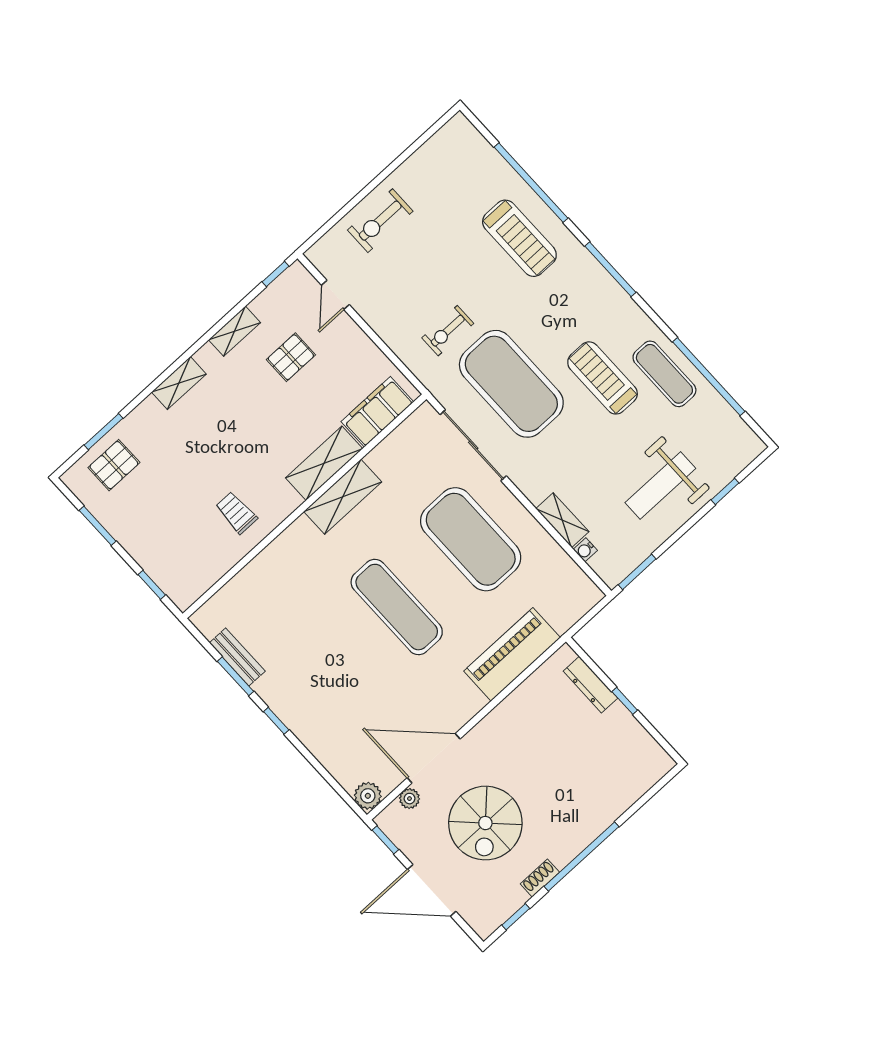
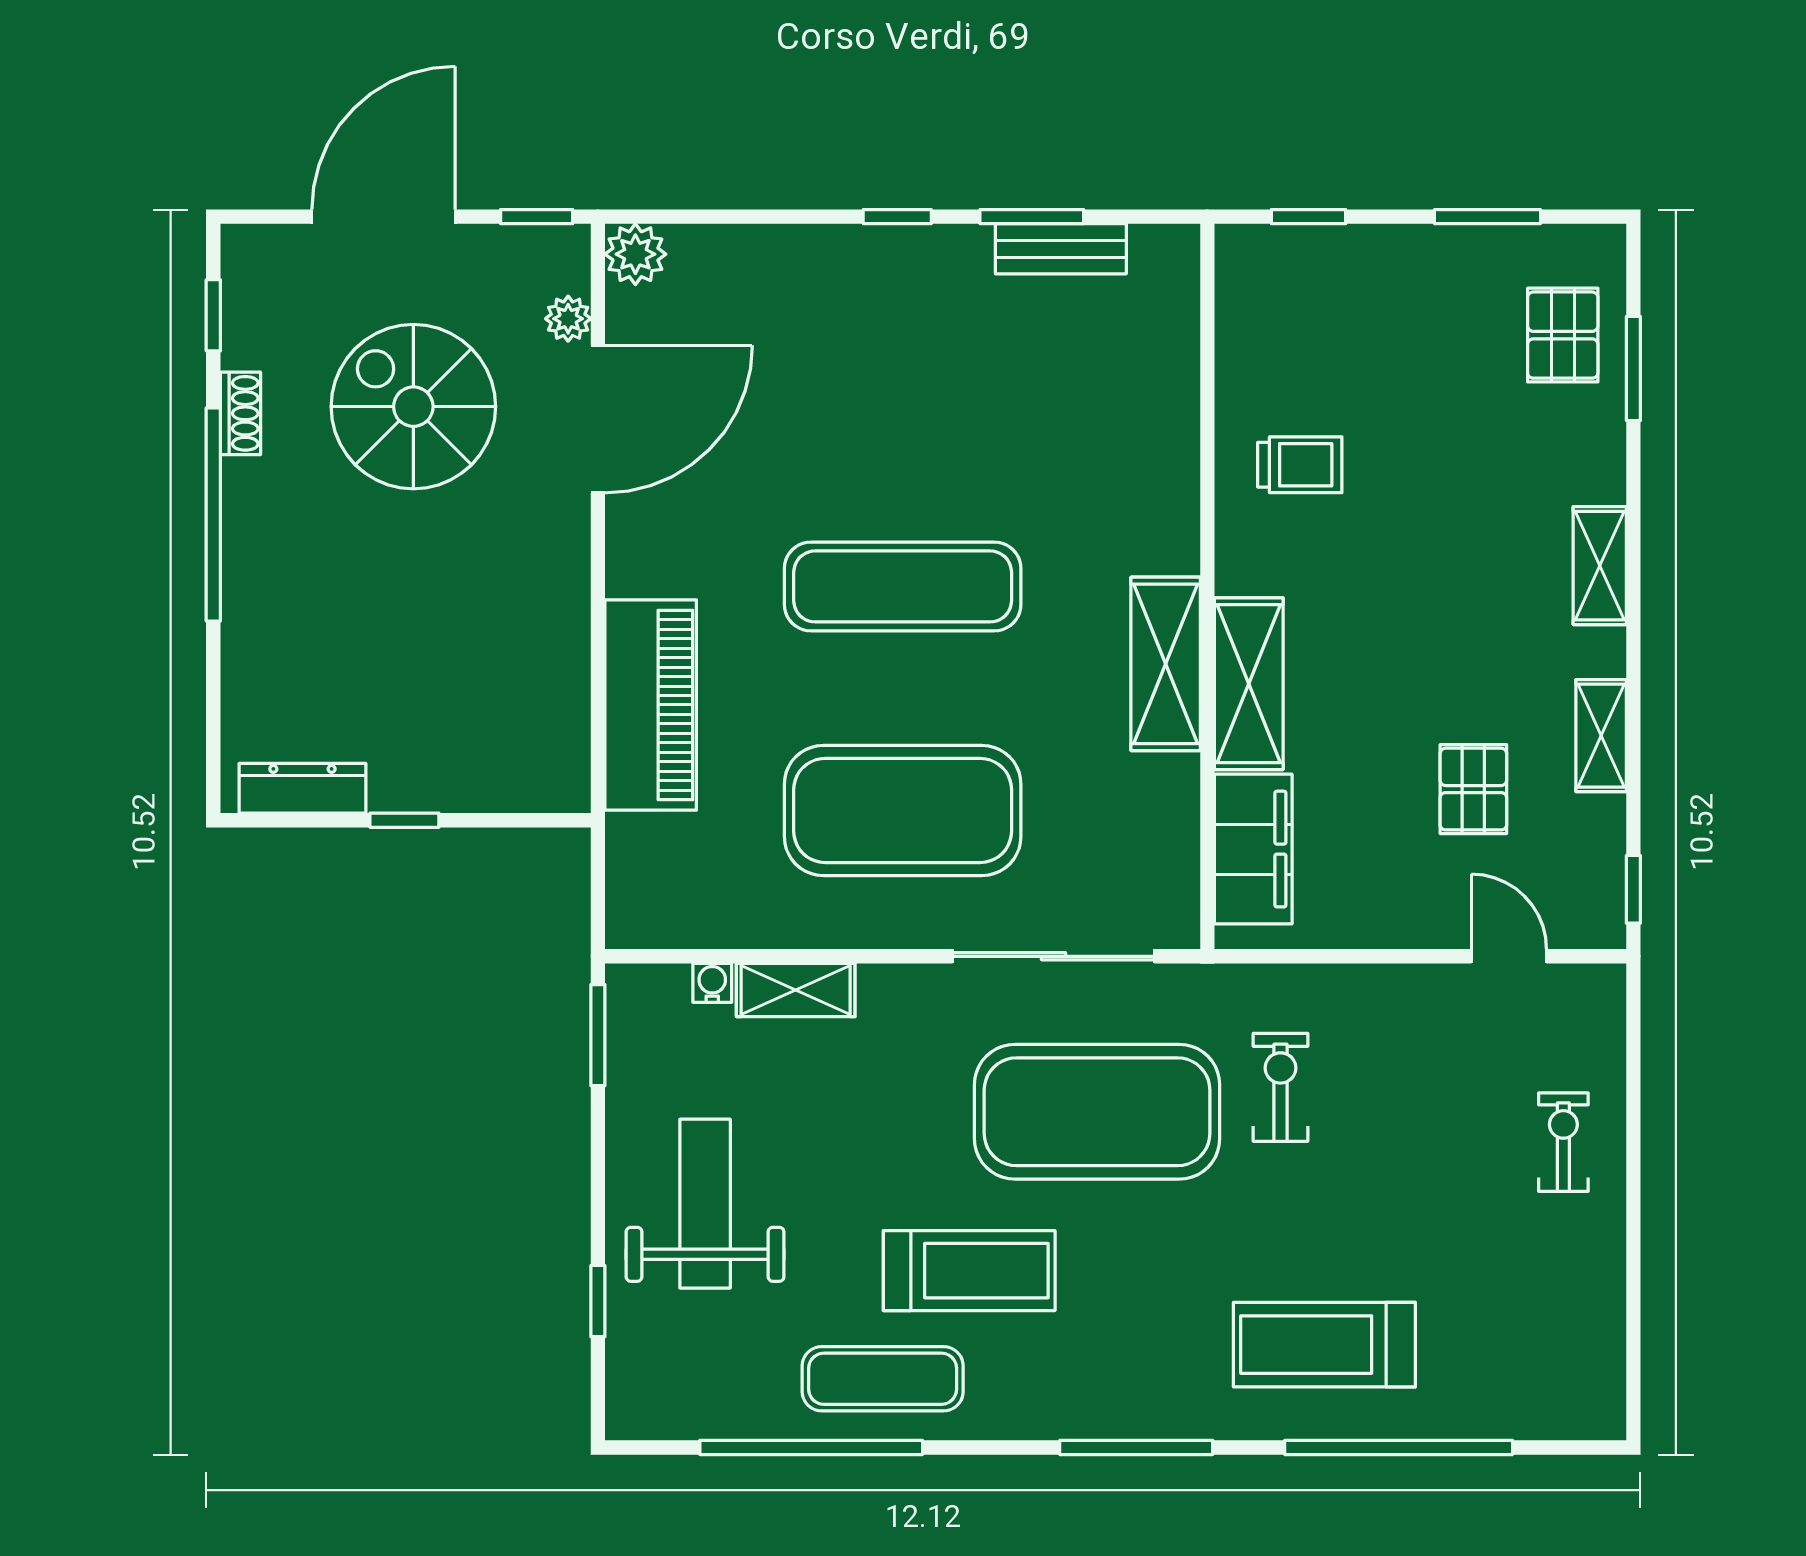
exercise bike: (380, 221) -> (1563, 1142), width x0.73, depth x0.72
dresser: (590, 685) -> (302, 788), moved

